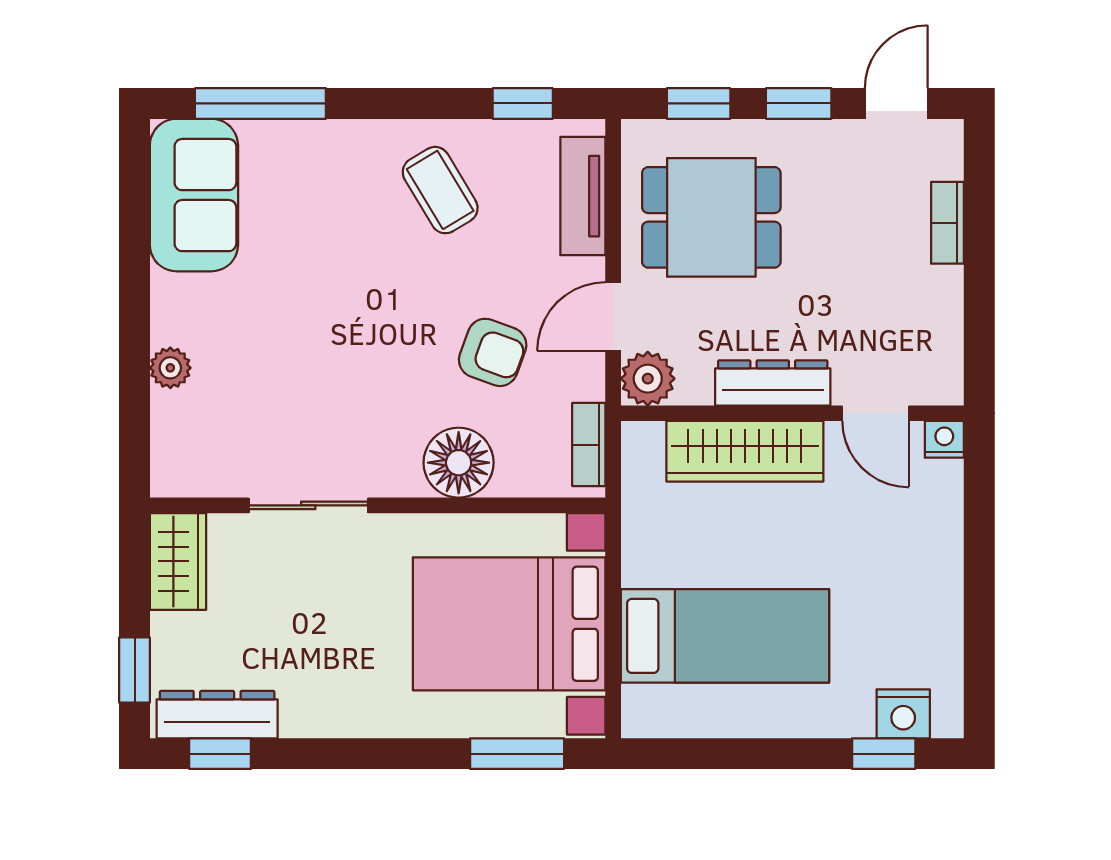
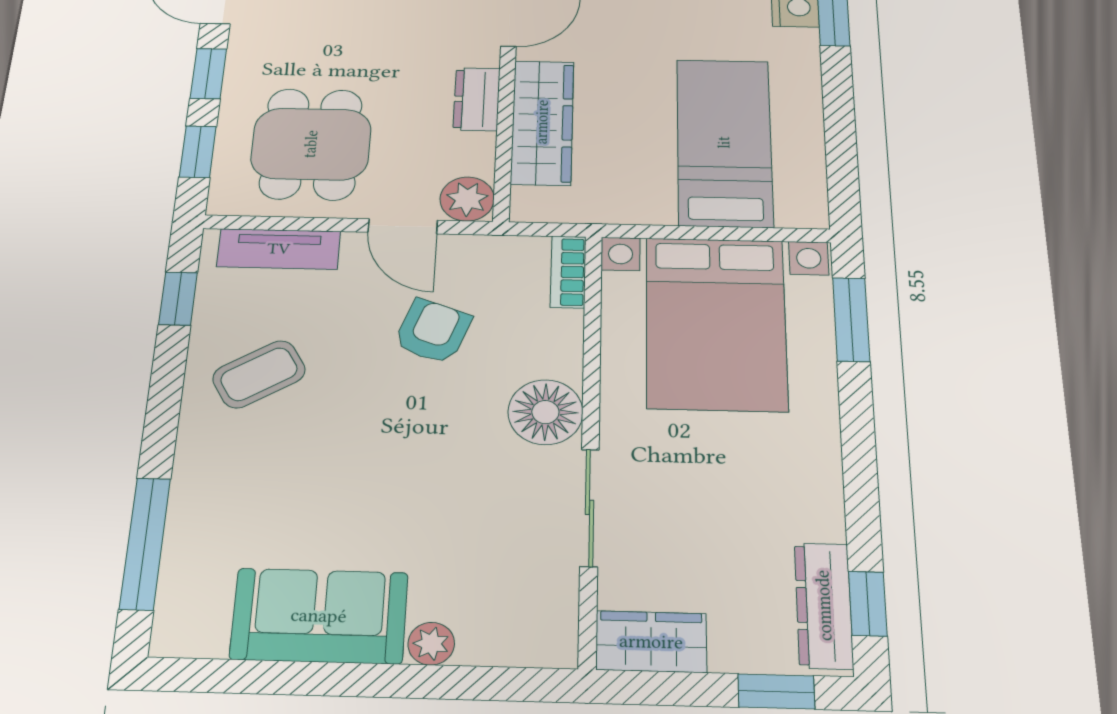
sofa: (194, 195) -> (319, 616), moved
dresser: (773, 383) -> (477, 99), width x0.70
bookcase: (589, 445) -> (568, 272), moved, turned 90
floor lamp: (459, 463) -> (545, 412), moved

